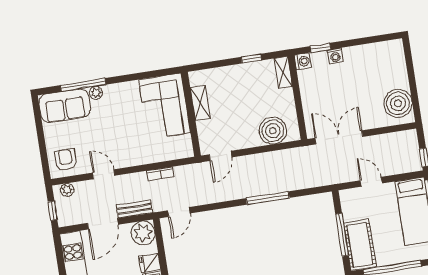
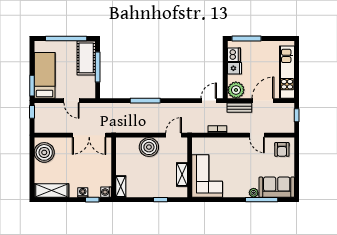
shelving: (380, 52) -> (51, 190), added
window: (251, 59) -> (161, 200), moved
boiler: (273, 131) -> (149, 147), moved
plant: (67, 190) -> (284, 128), removed

